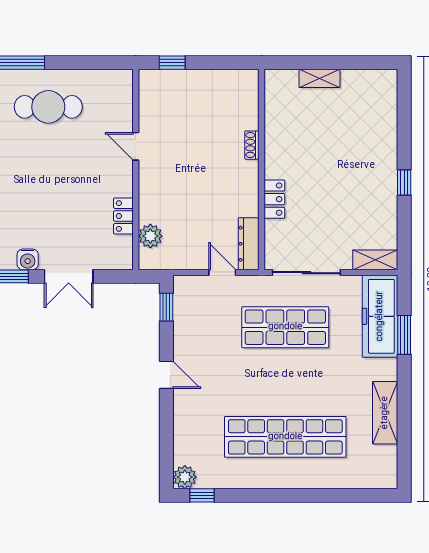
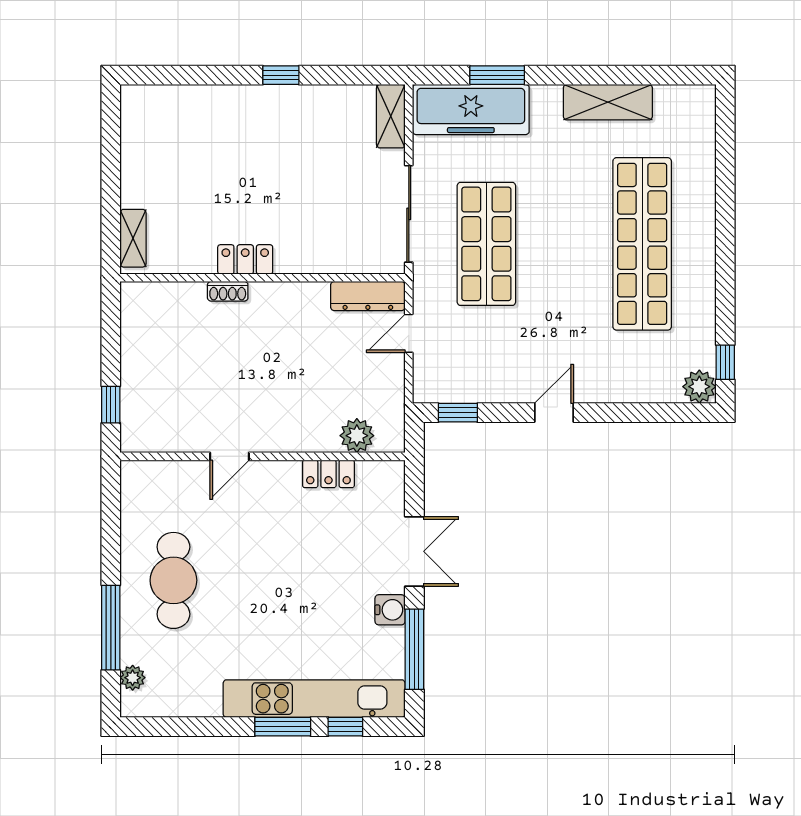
shelving: (319, 78) -> (133, 238), moved
locker: (274, 199) -> (245, 259), moved

